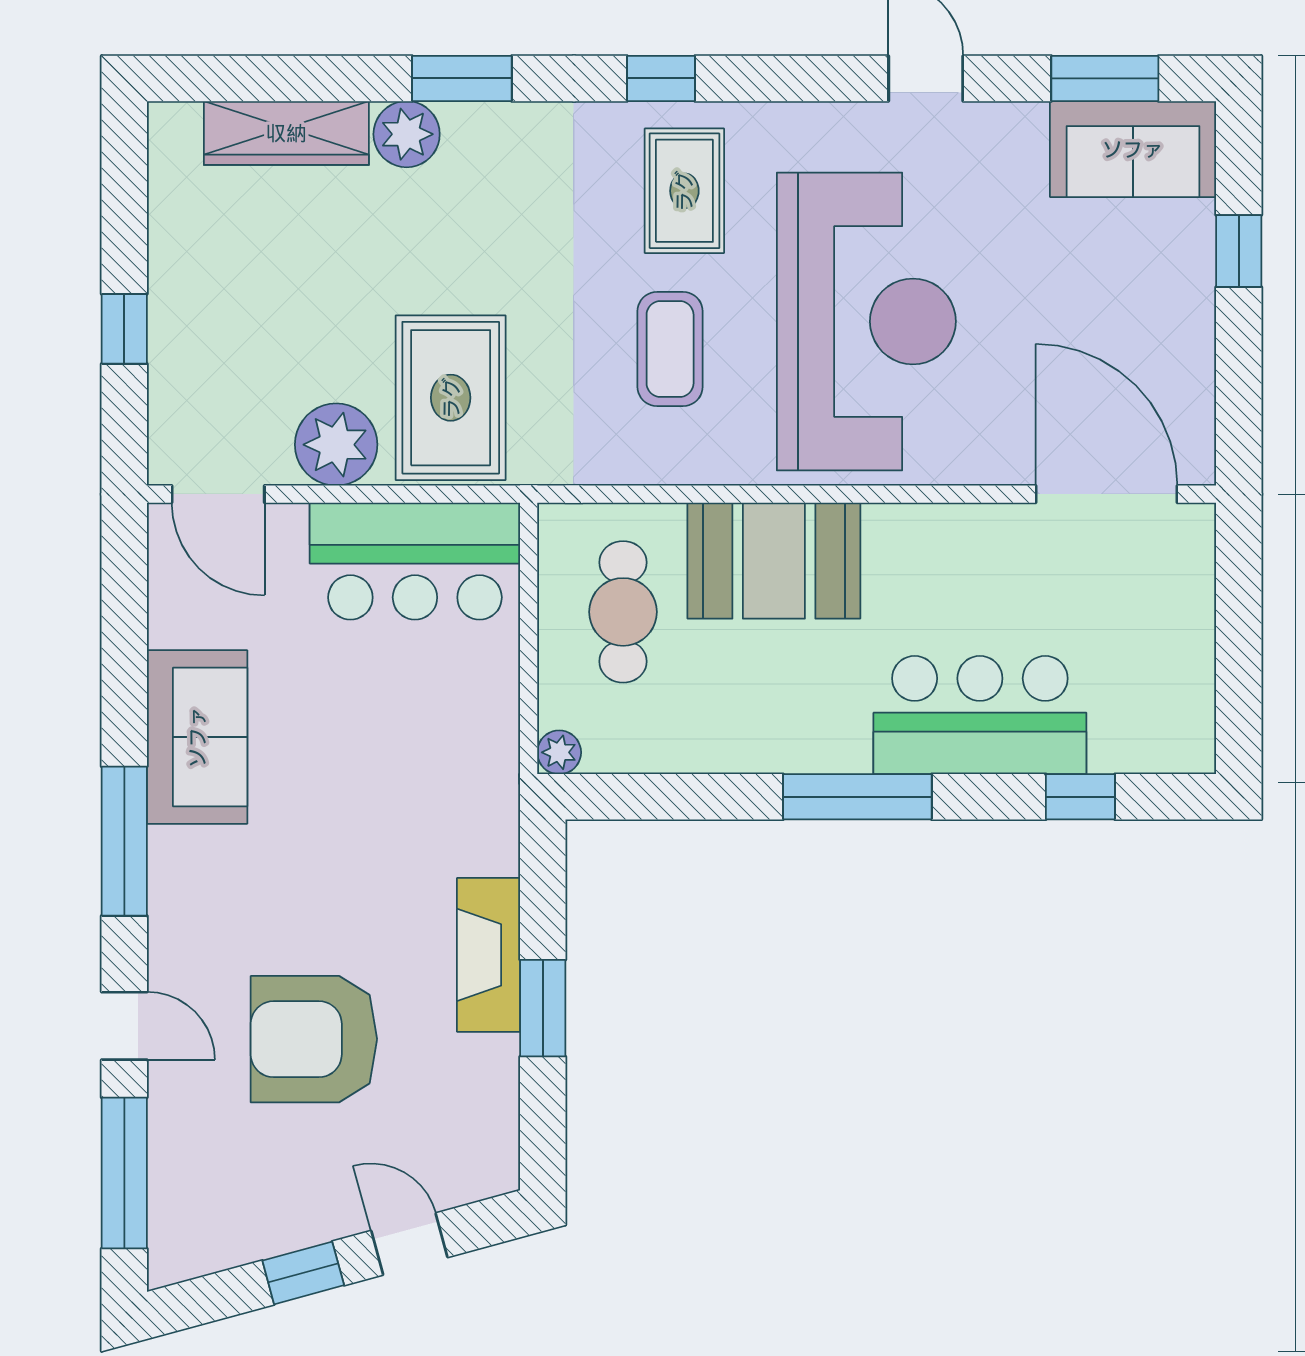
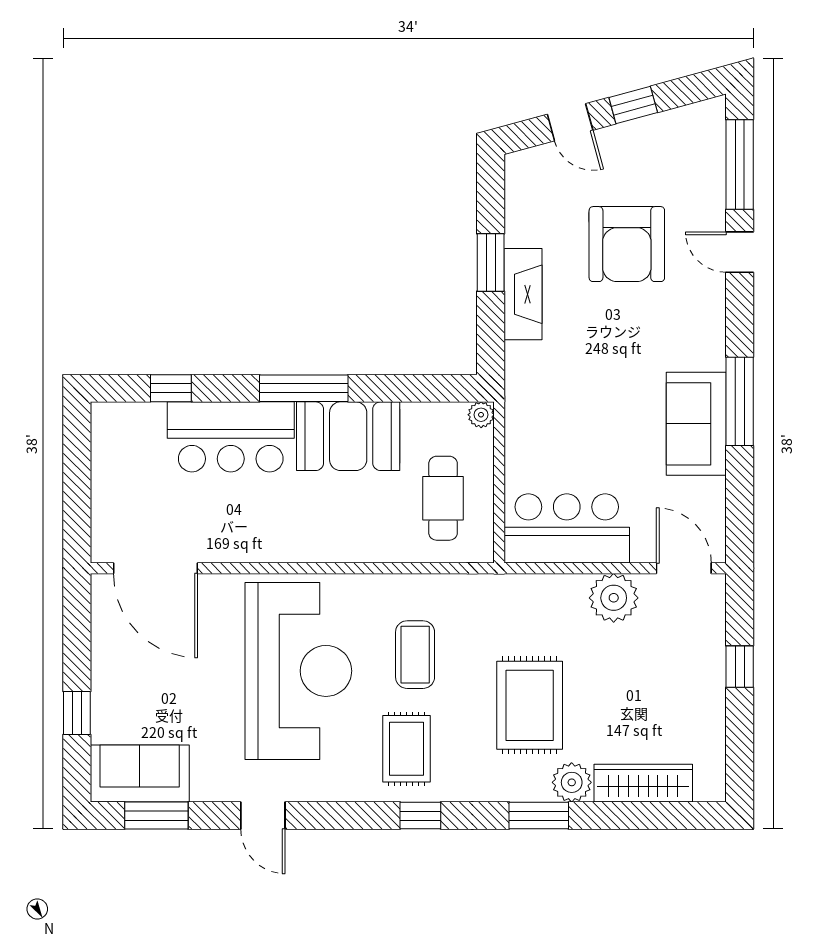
reception desk: (866, 321) -> (298, 671), turned 180
rug: (451, 398) -> (530, 705), moved
booth: (774, 561) -> (348, 436), moved
window: (124, 841) -> (740, 401), moved
armchair: (314, 1039) -> (627, 244), turned 90

